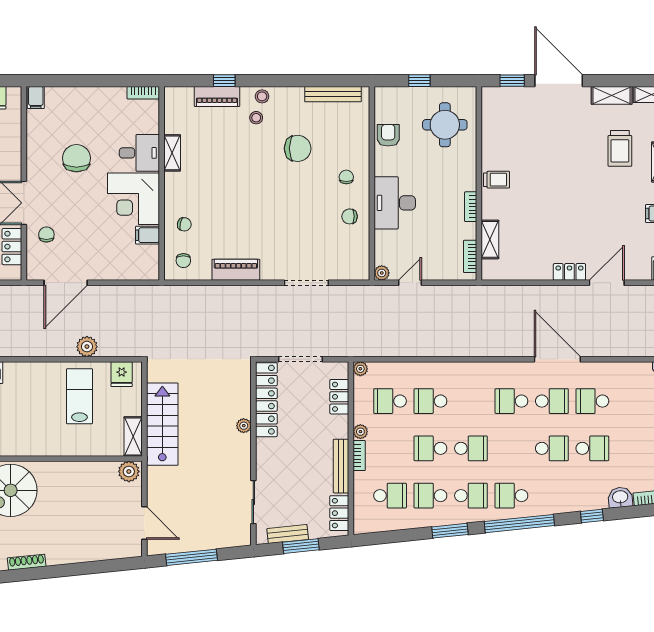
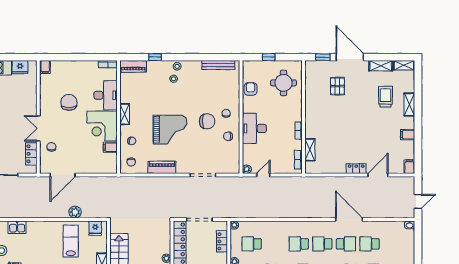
piano: (217, 96) -> (133, 66), moved
pallet: (537, 130) -> (337, 86), added
chair: (298, 148) -> (207, 121), moved
trolley: (620, 148) -> (386, 97), turned 180
desk: (139, 153) -> (106, 95), width x1.37
shelving: (172, 153) -> (125, 114), moved
trolley: (496, 180) -> (314, 115), removed
grand piano: (250, 205) -> (170, 130), added
school desk: (430, 401) -> (299, 244), moved

